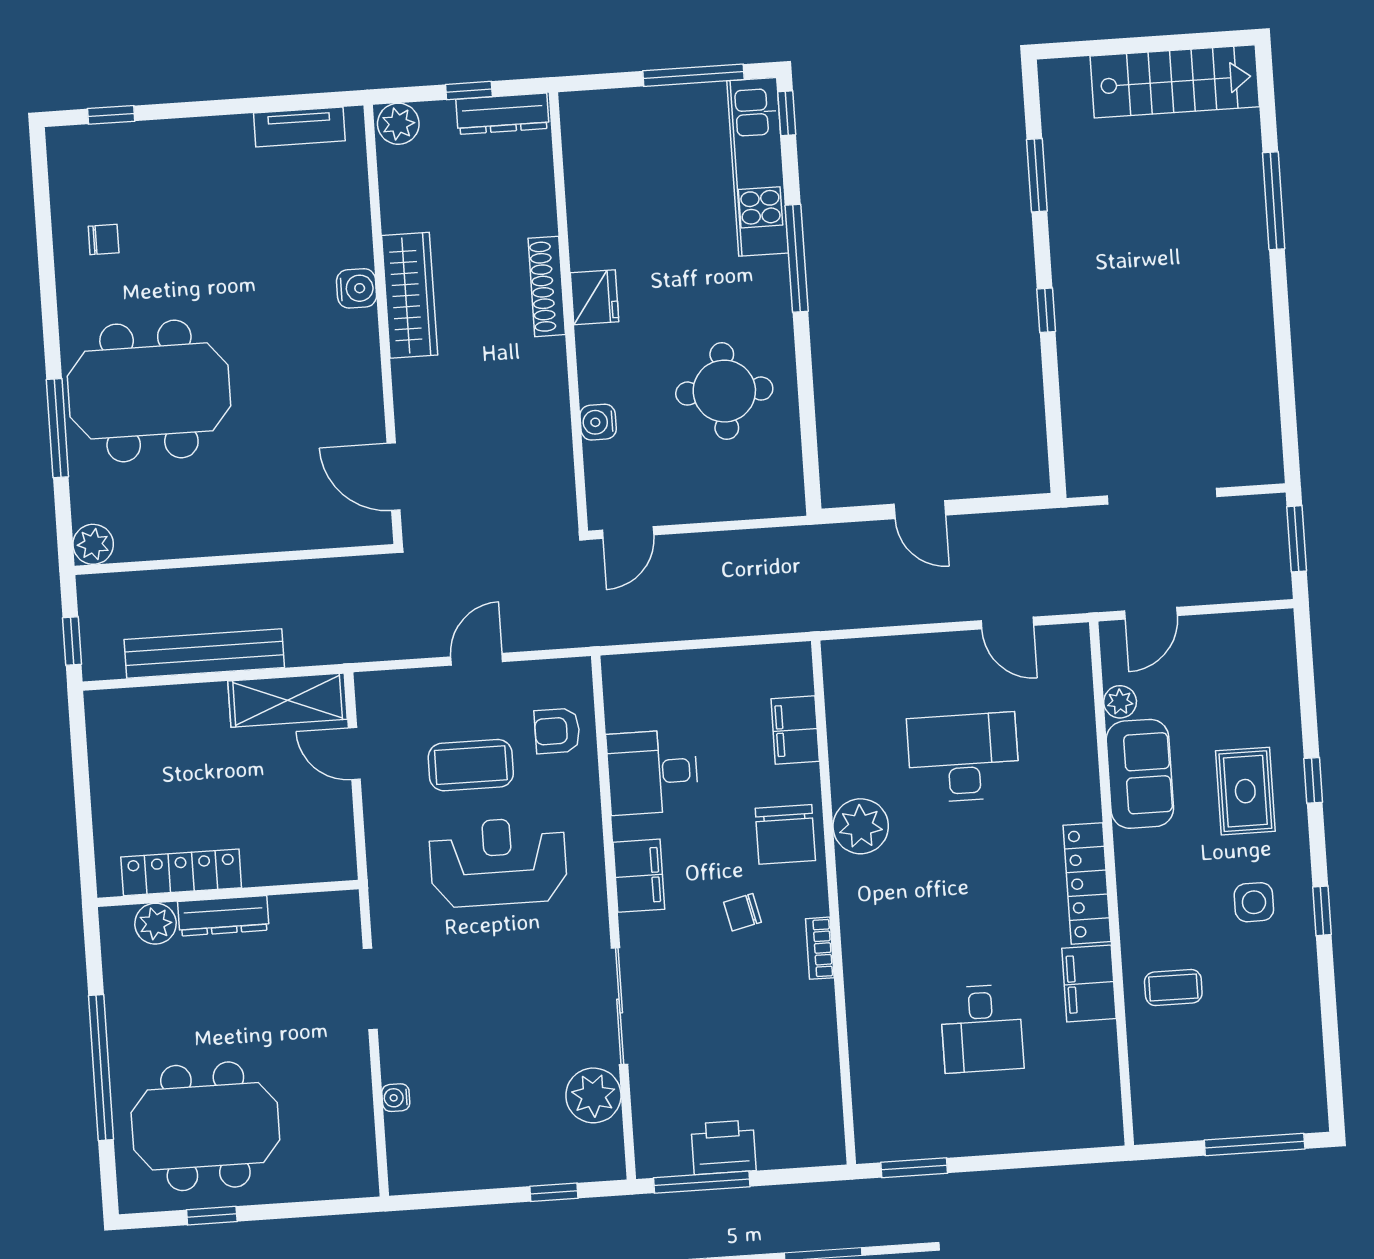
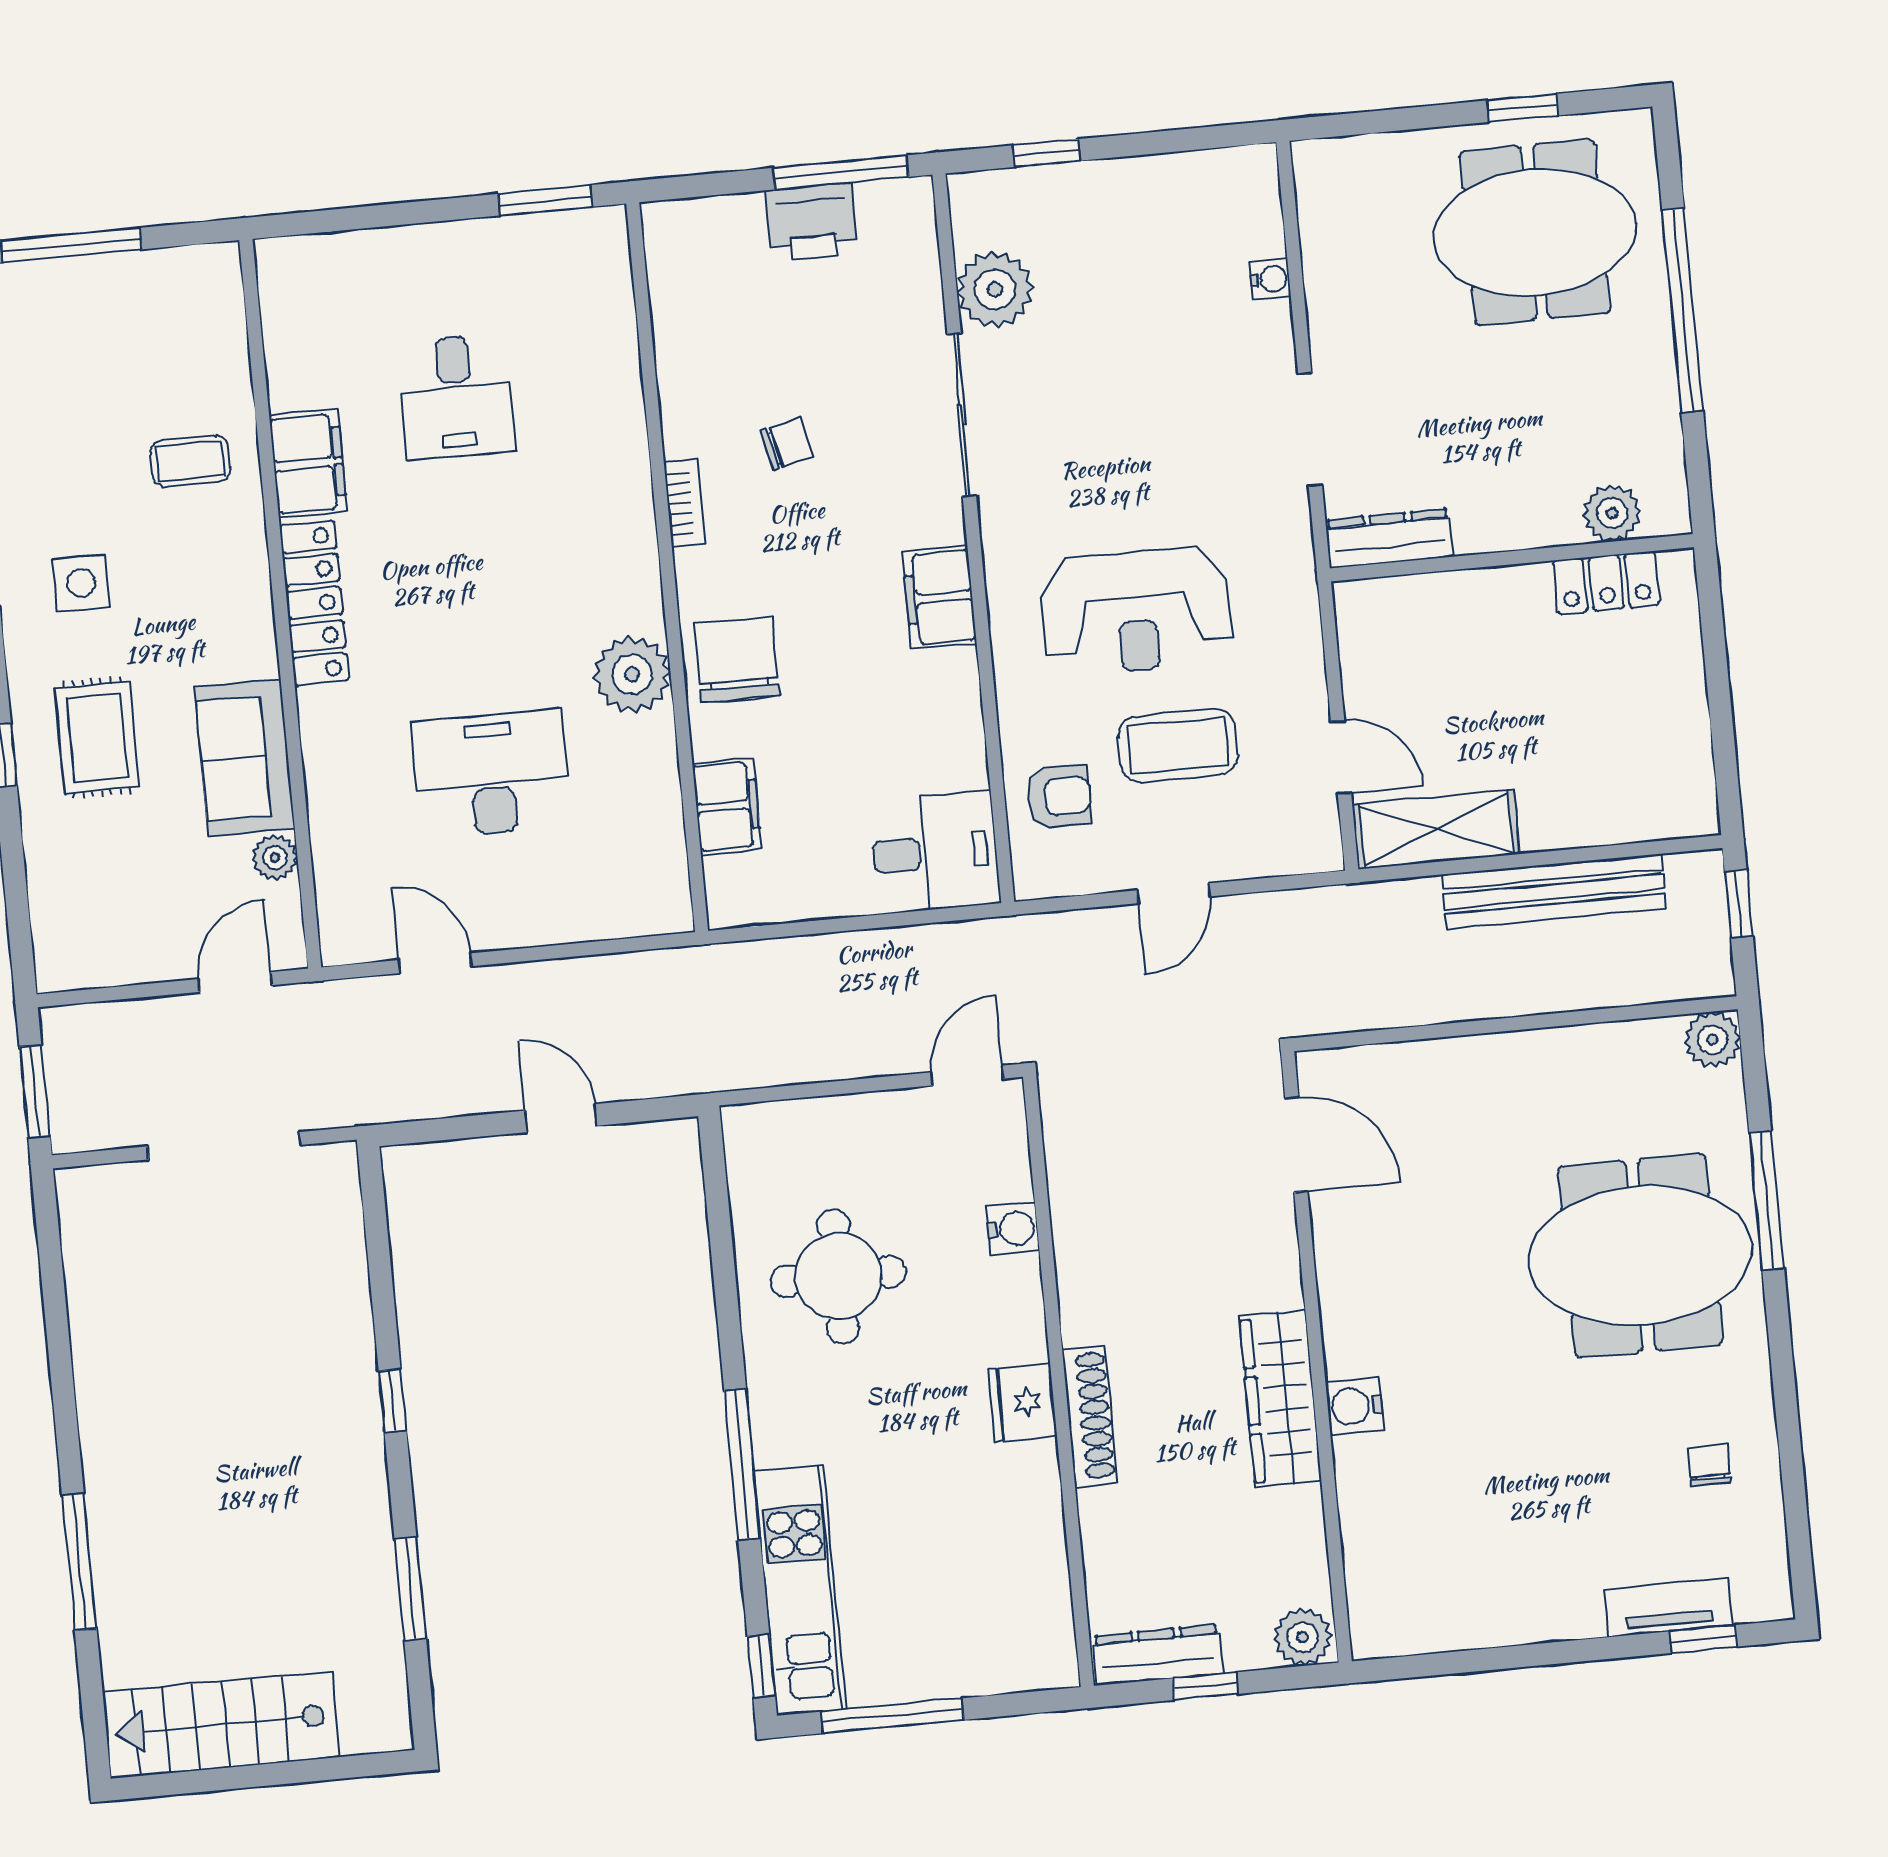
tv unit: (299, 127) -> (1668, 1608), moved
chair: (104, 240) -> (1709, 1465), turned 90
desk: (963, 758) -> (492, 774), turned 180
desk: (652, 772) -> (935, 852), moved
locker: (181, 872) -> (1606, 583), width x0.66
chair: (743, 912) -> (787, 444), moved
dresser: (223, 916) -> (1389, 538), moved
desk: (982, 1029) -> (456, 397), turned 180

